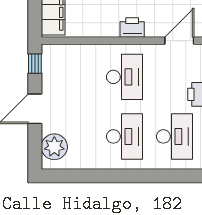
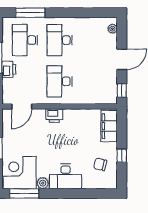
plant: (54, 147) -> (112, 29), width x0.53, depth x0.53
window: (167, 176) -> (30, 13), added

